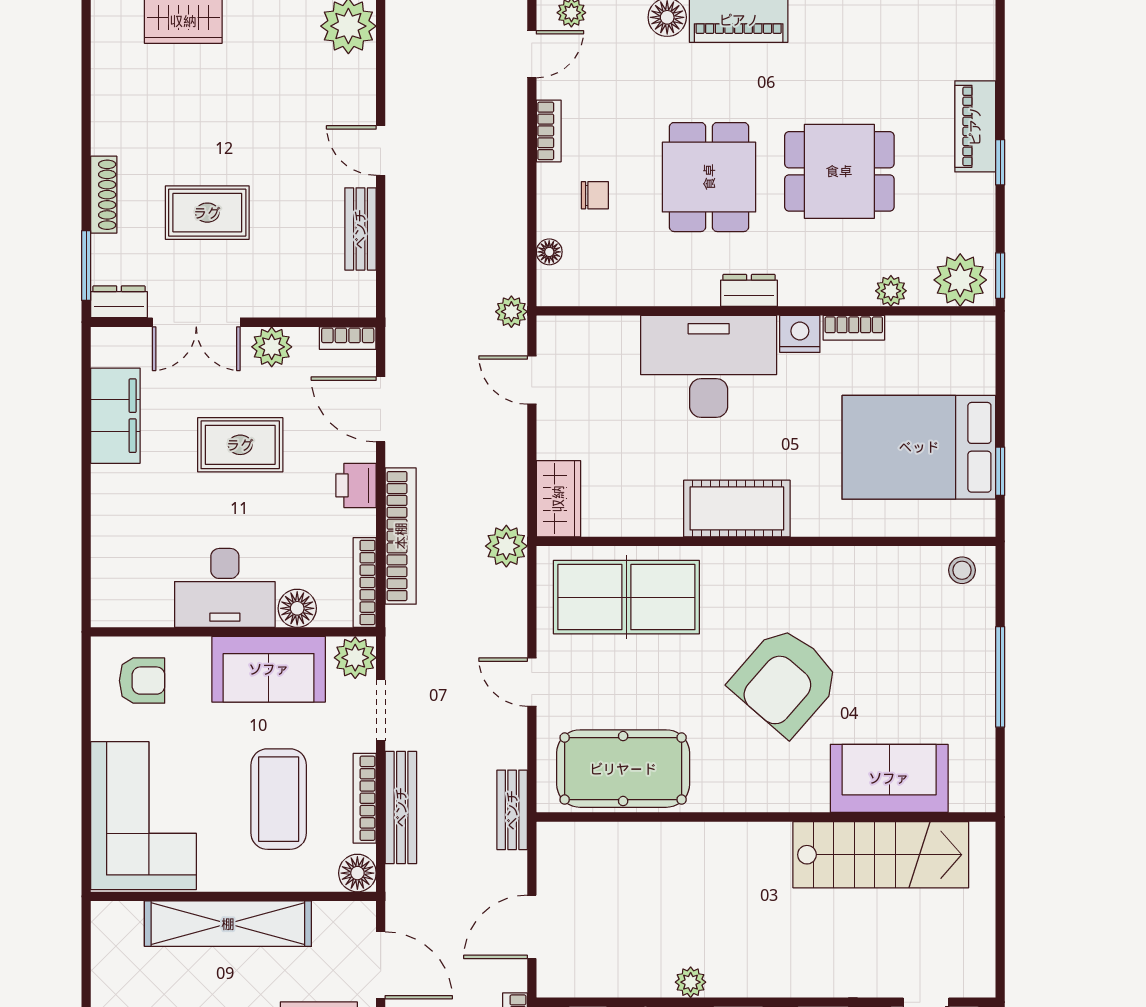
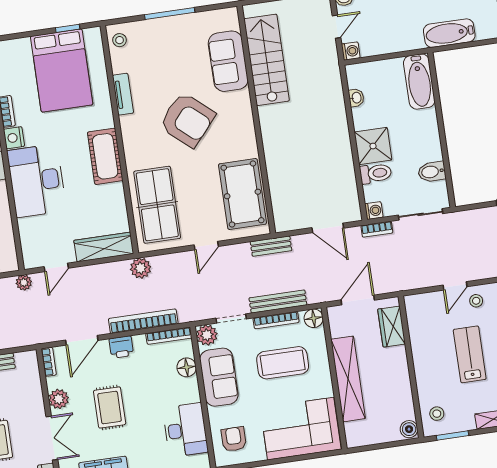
wardrobe: (558, 499) -> (104, 247), width x1.50
tv unit: (854, 561) -> (123, 94), added
desk: (225, 588) -> (185, 430), moved
plant: (691, 982) -> (344, 145), removed

